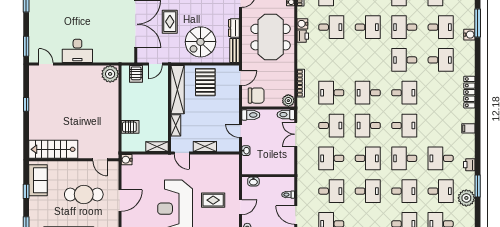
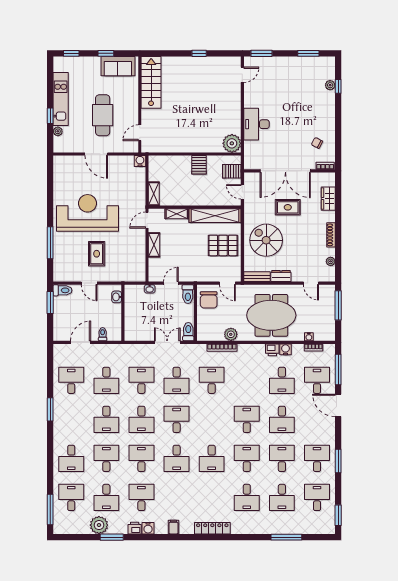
water cooler: (469, 35) -> (148, 528), moved
desk: (77, 51) -> (256, 124), moved
desk: (368, 93) -> (247, 419), moved
plant: (288, 101) -> (231, 334), moved
server rack: (130, 127) -> (199, 165), moved
desk: (404, 191) -> (106, 458), turned 180

